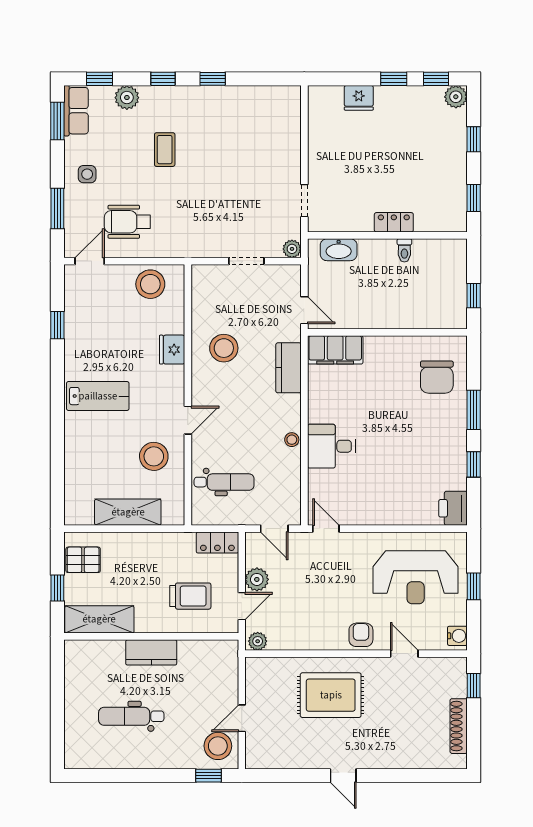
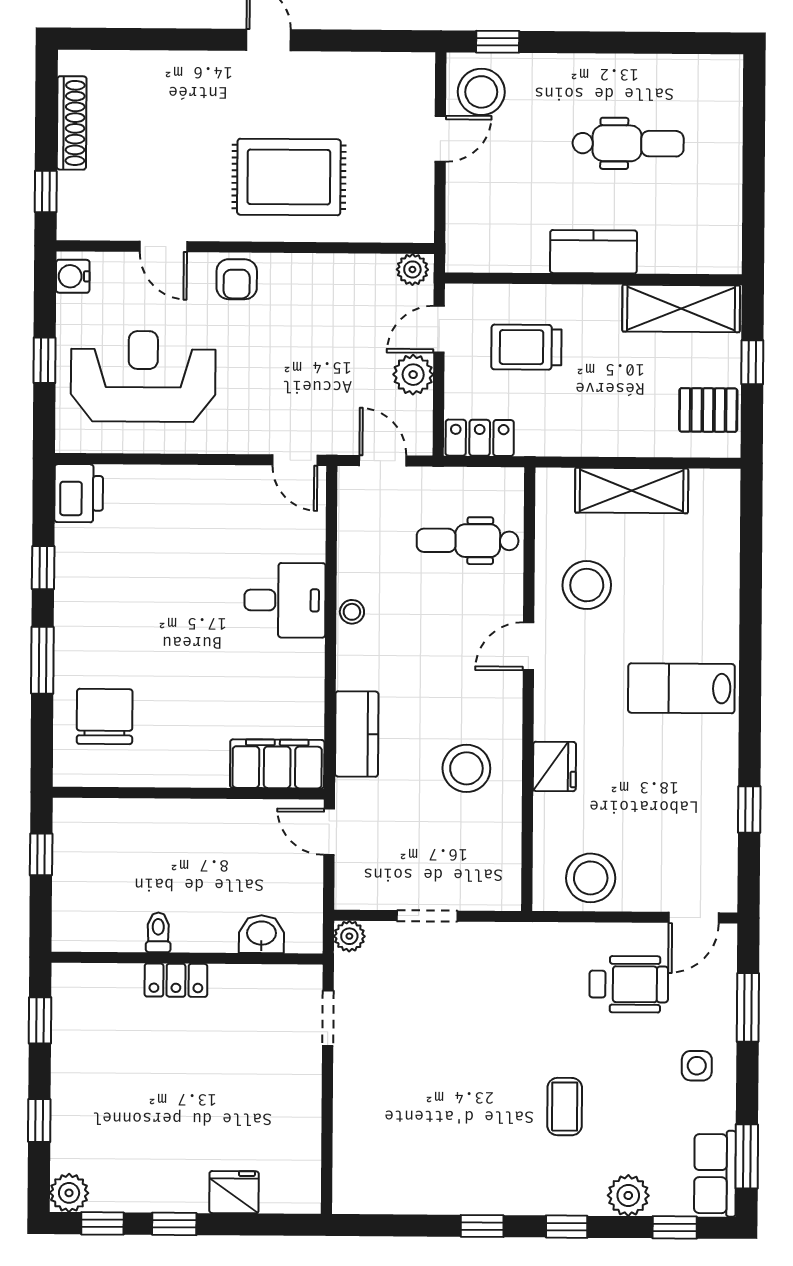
washbasin: (339, 250) -> (261, 934), width x0.72

